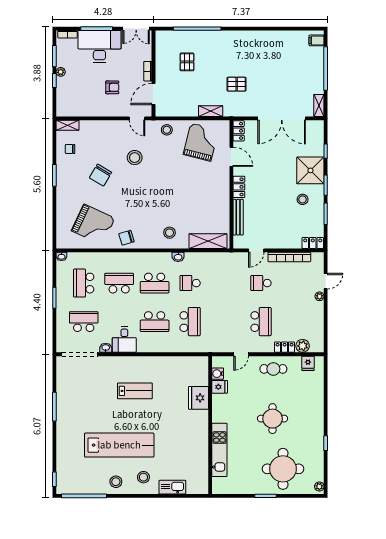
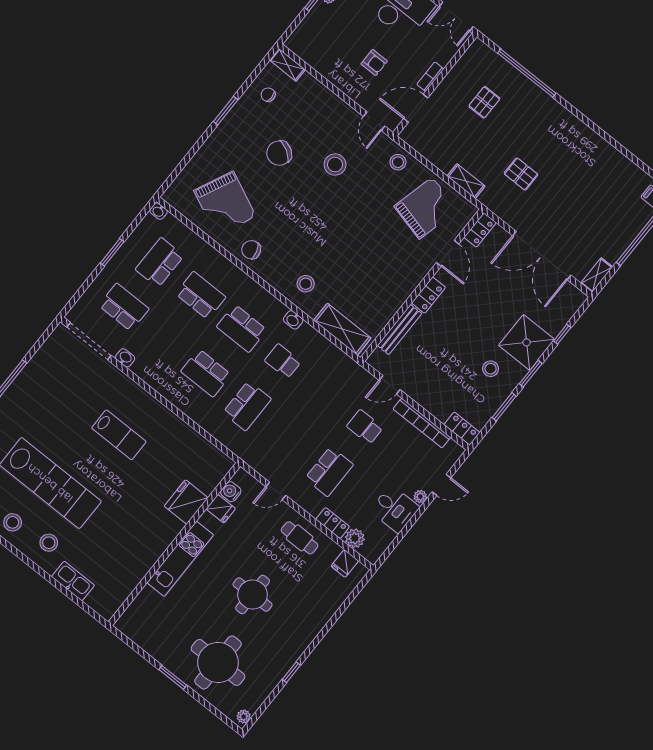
desk: (124, 340) -> (395, 509), moved, turned -90
kitchen unit: (219, 450) -> (180, 559), moved

